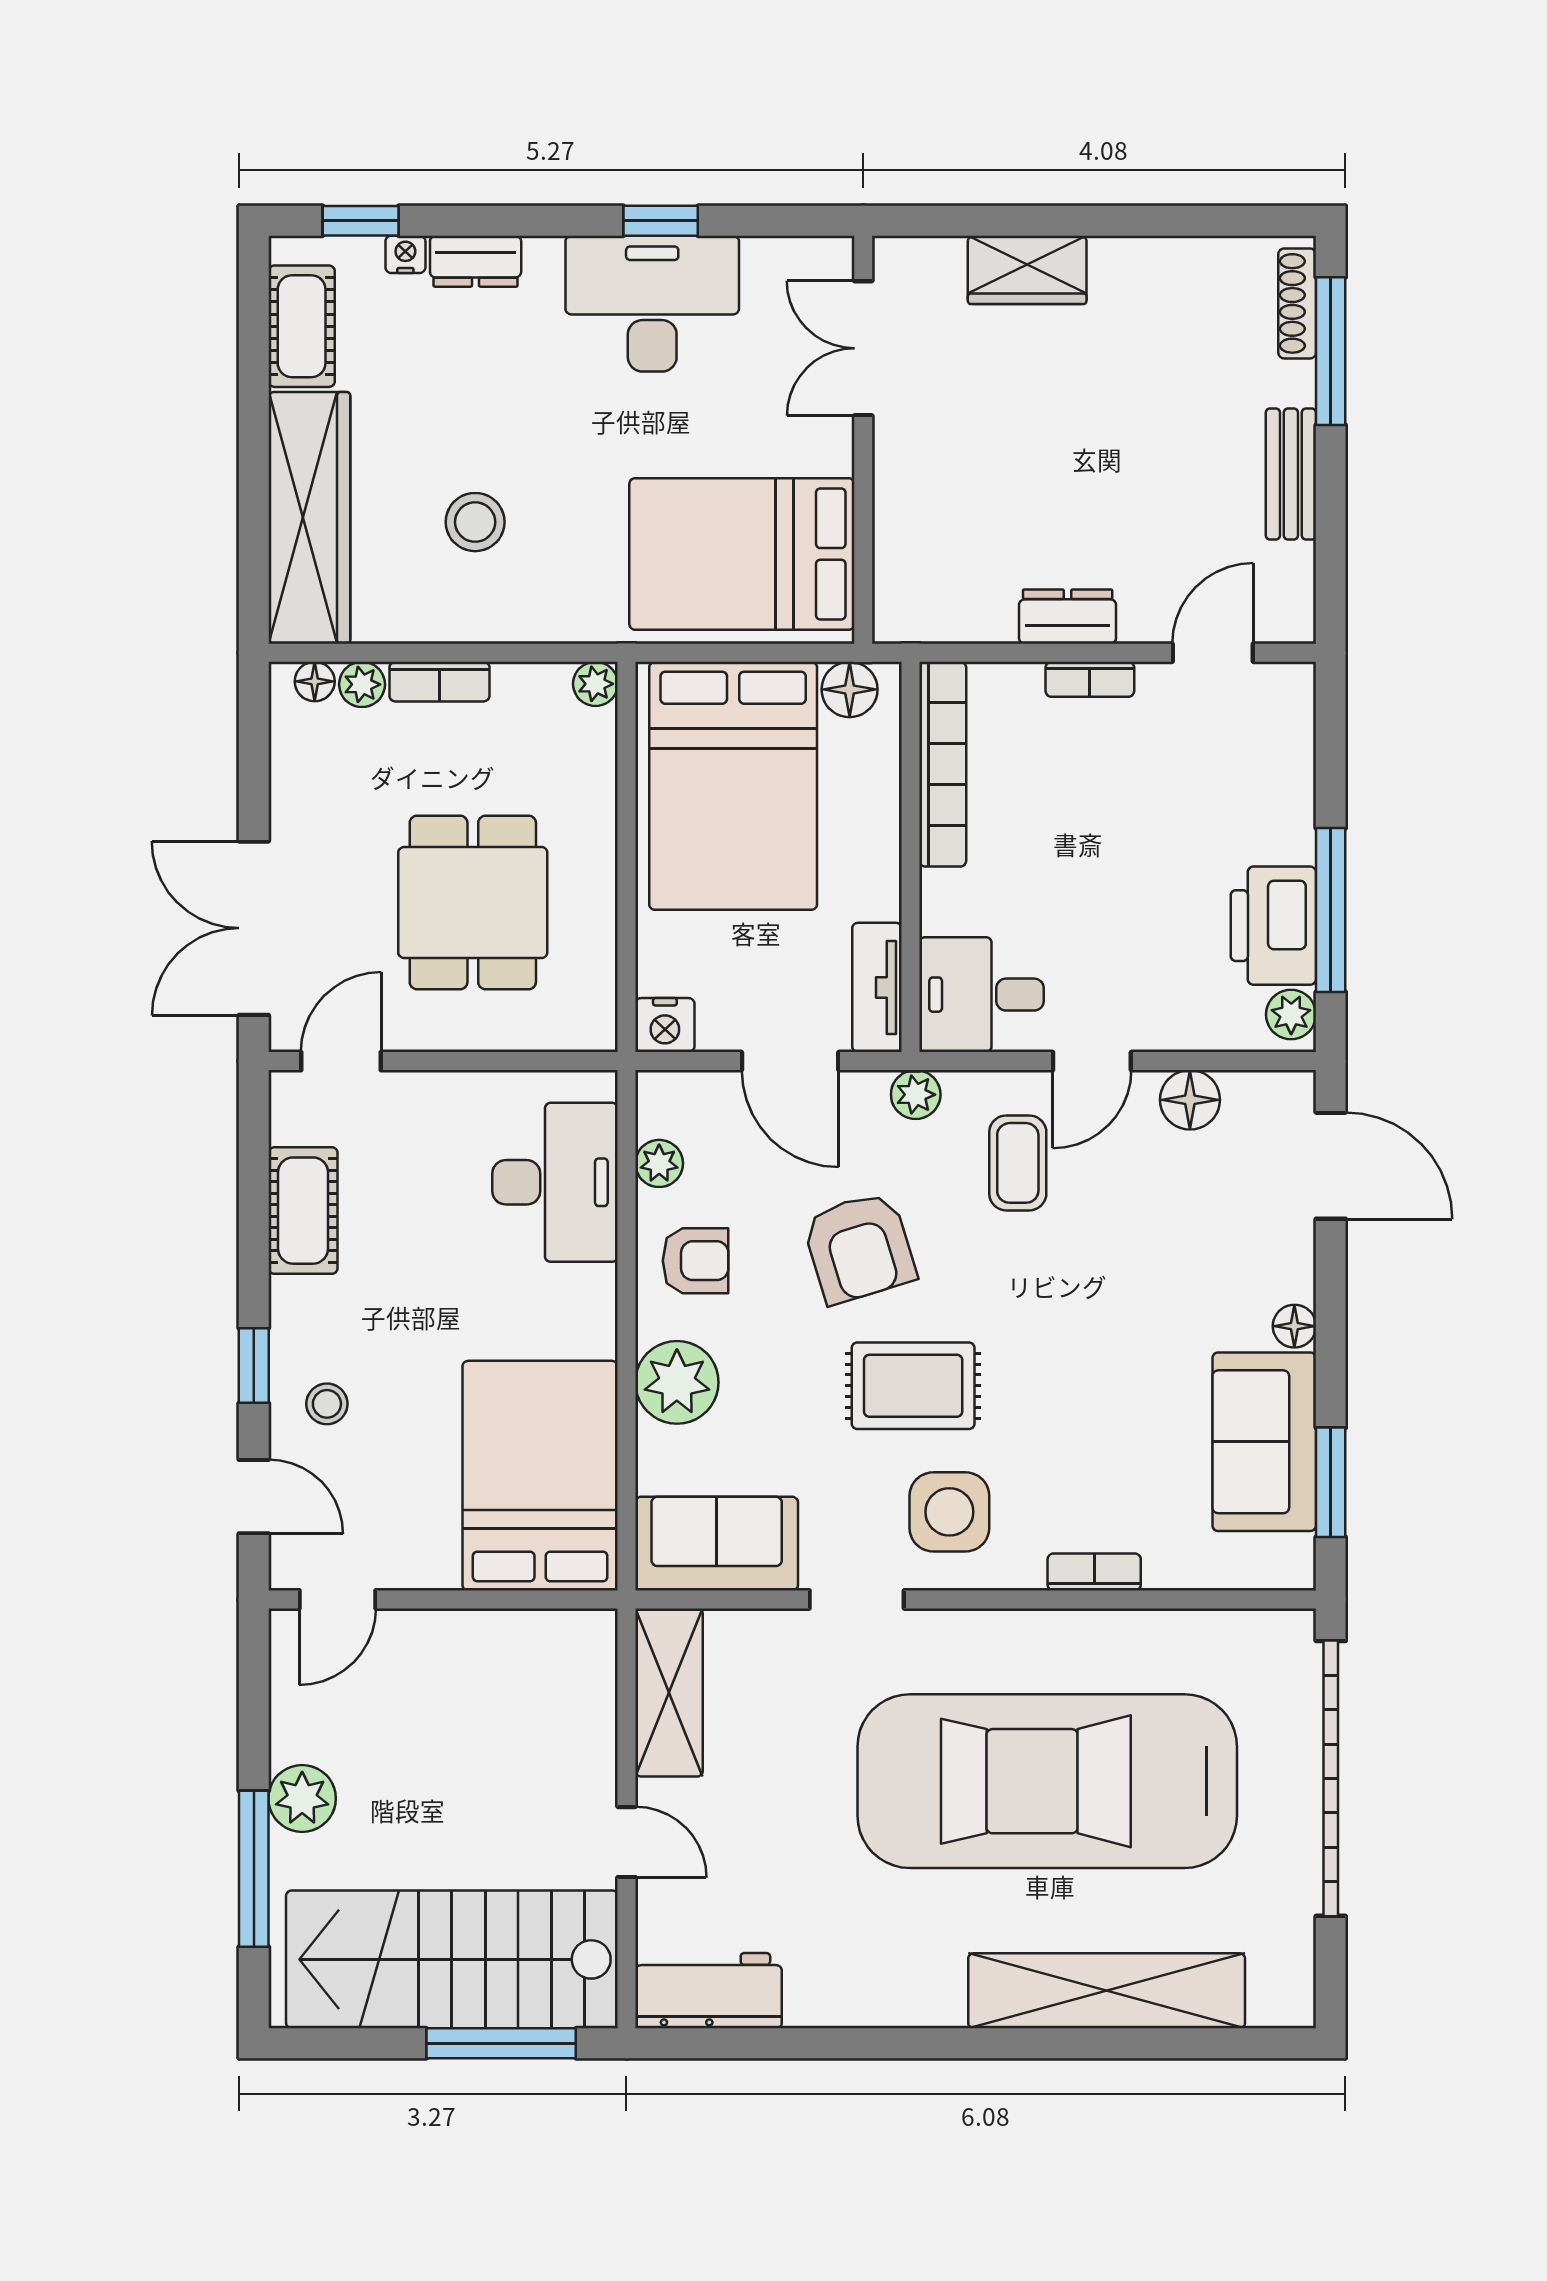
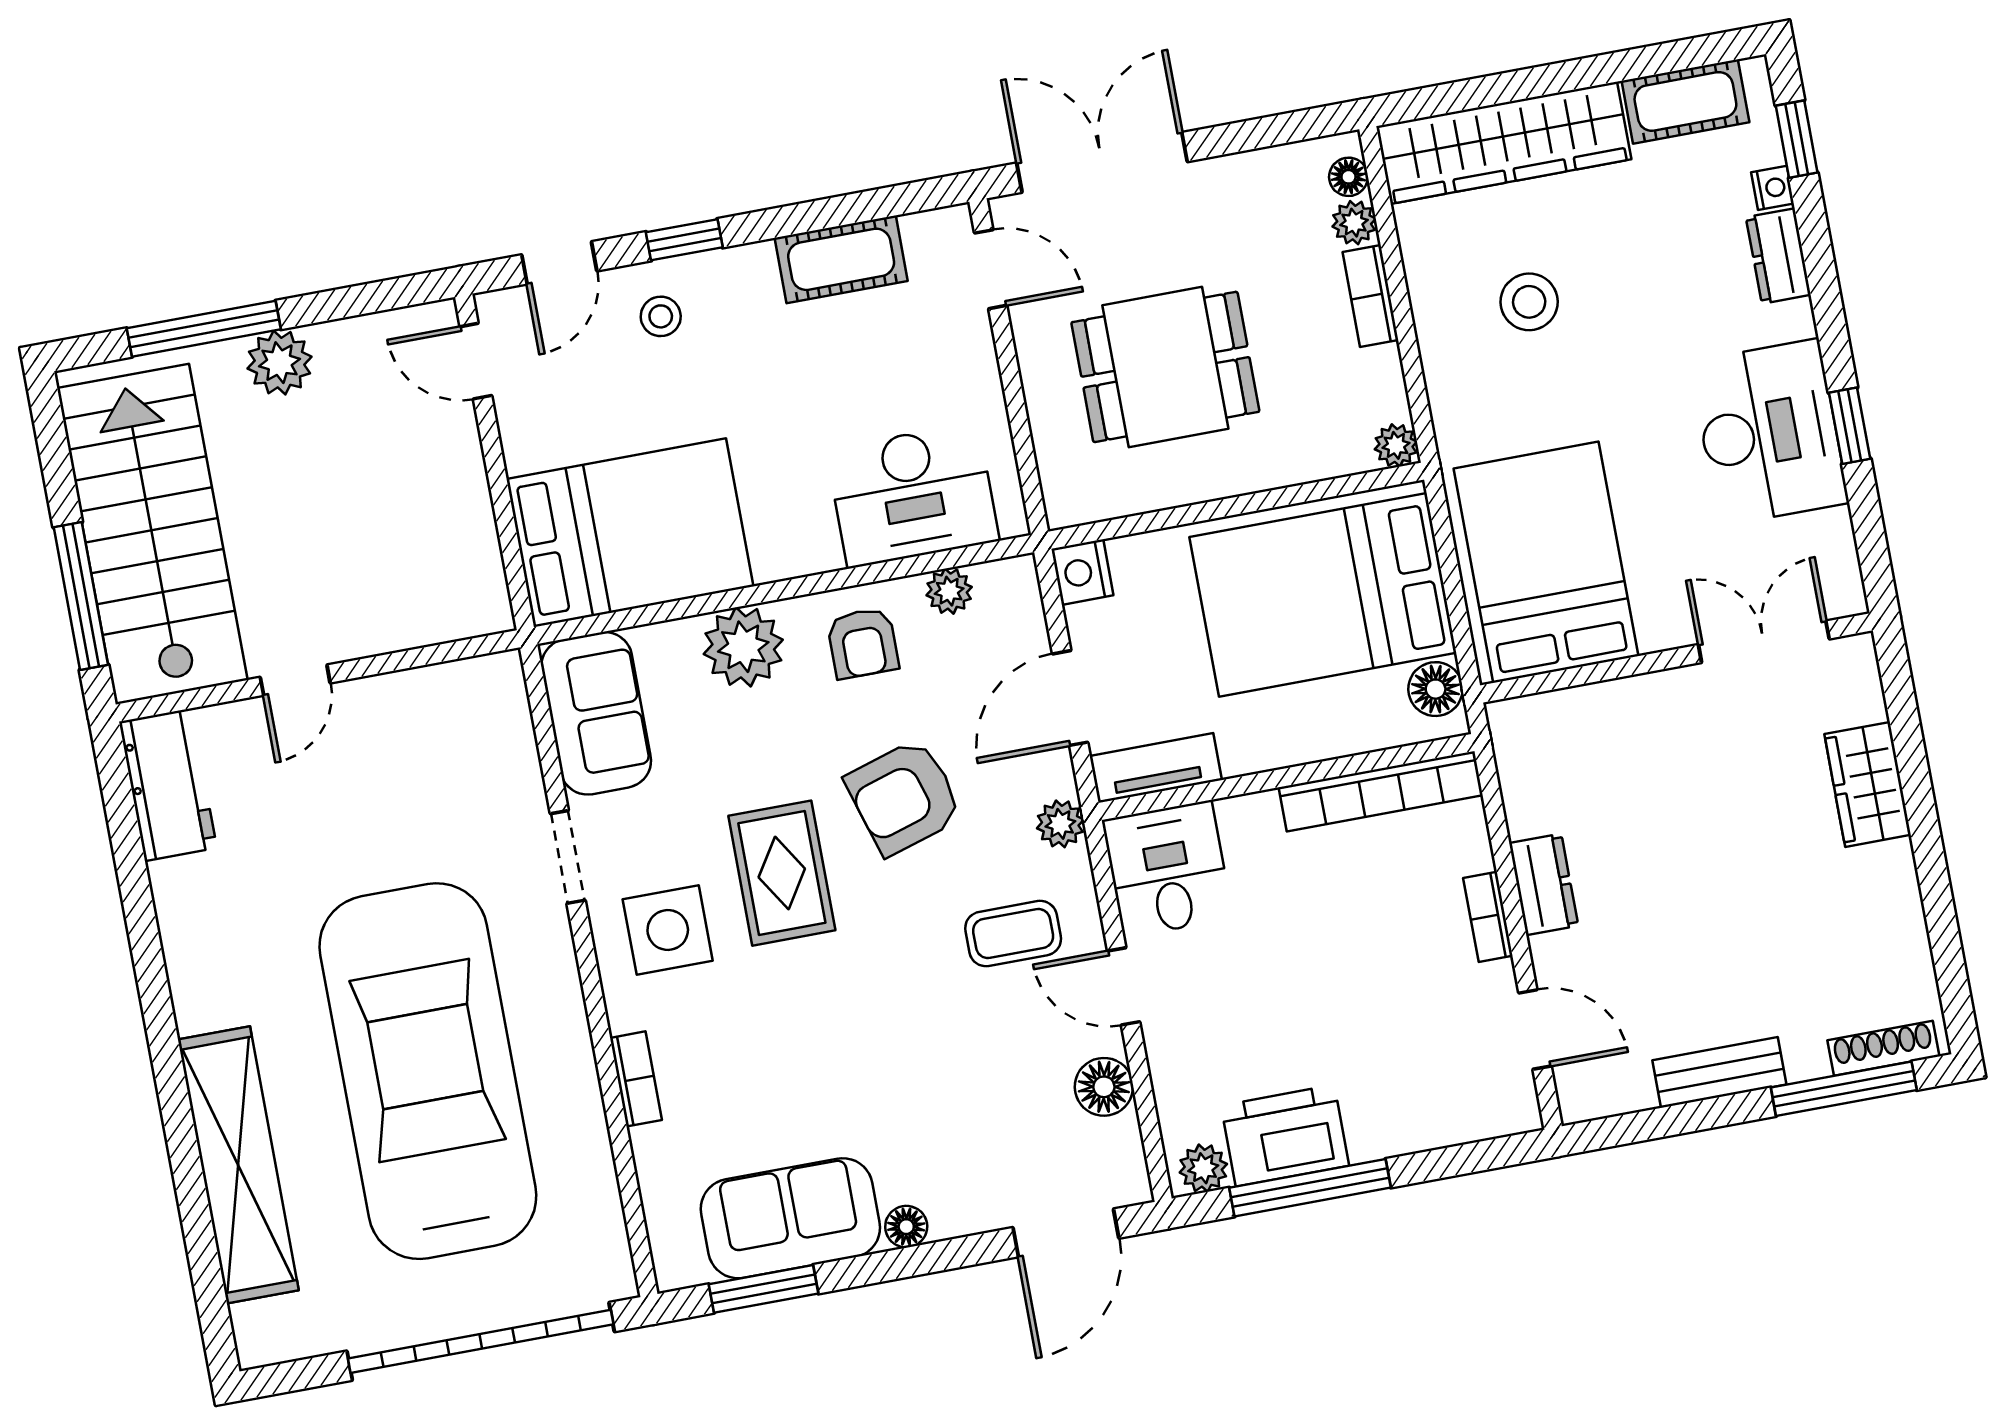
shelving: (669, 1692) -> (446, 694), removed

